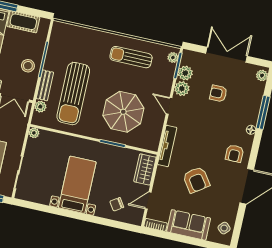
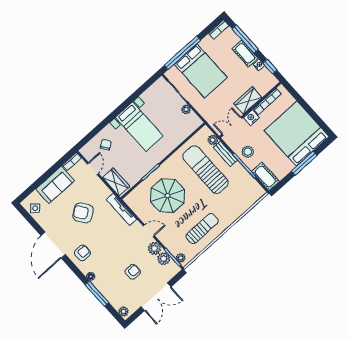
cot: (23, 22) -> (265, 177), moved, turned 90
plant: (34, 133) -> (186, 109), moved
armchair: (234, 153) -> (82, 253), turned 90

